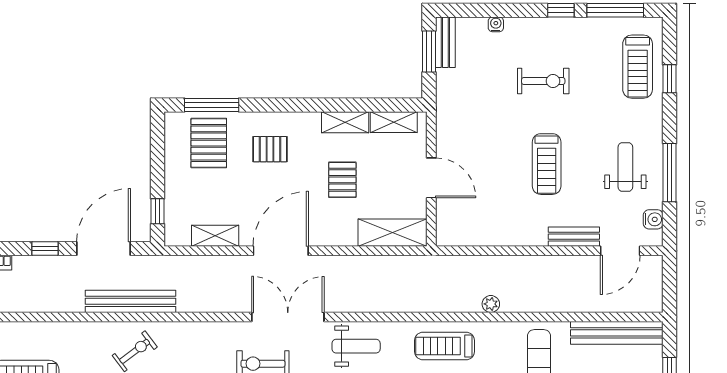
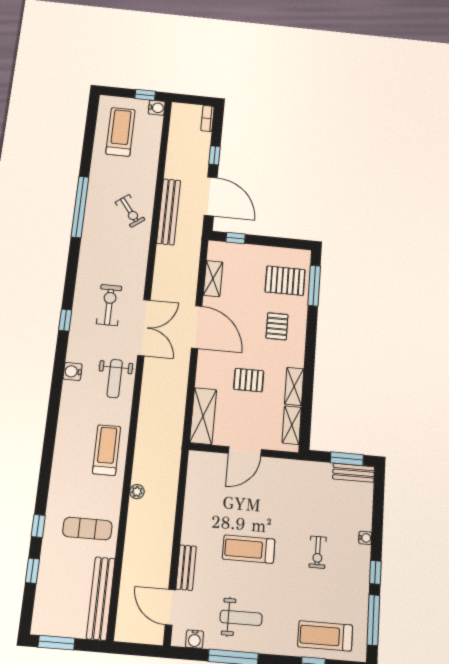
water cooler: (496, 24) -> (365, 538), moved
exercise bike: (543, 81) -> (318, 552), width x0.73, depth x0.72

